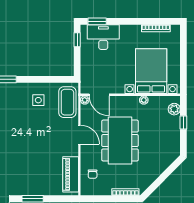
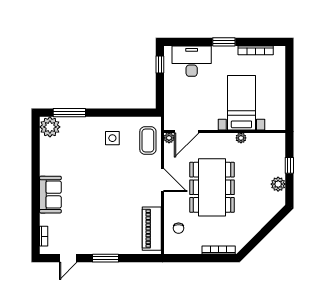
window: (97, 21) -> (224, 42), moved
bed with nightstands: (151, 71) -> (241, 103), width x0.73
door: (99, 95) -> (187, 131), hinge flipped
coffee table: (67, 102) -> (148, 140), width x0.73, depth x0.76
plant: (174, 109) -> (278, 184), moved

